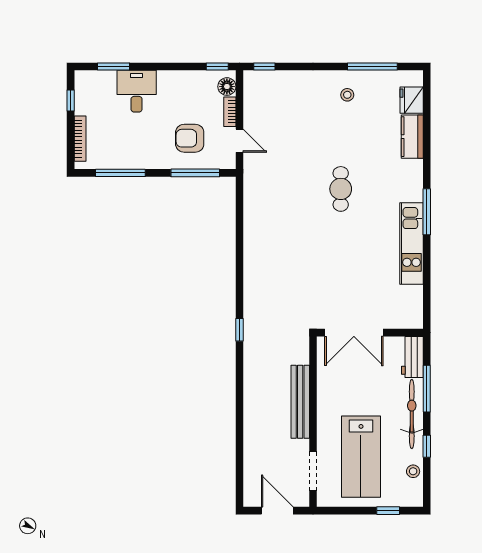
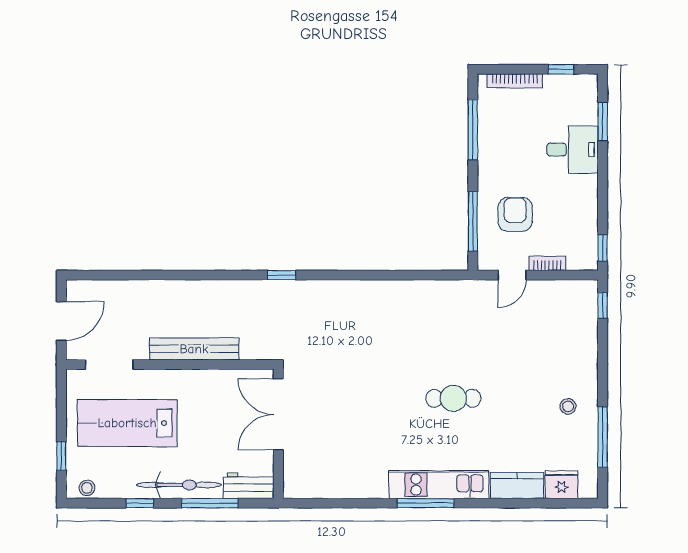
floor lamp: (227, 87) -> (578, 260), removed
kitchen unit: (412, 243) -> (439, 485), moved
stool: (413, 471) -> (87, 488), moved

